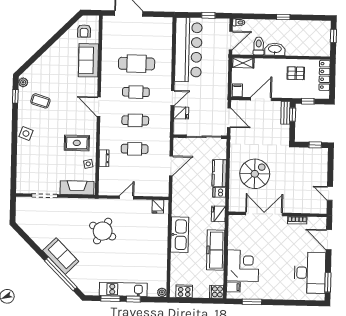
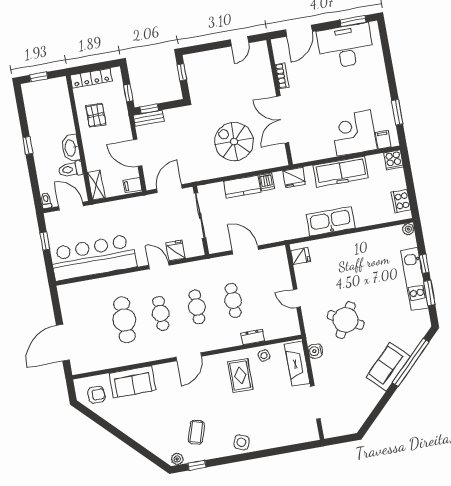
water cooler: (84, 203) -> (315, 351), added

